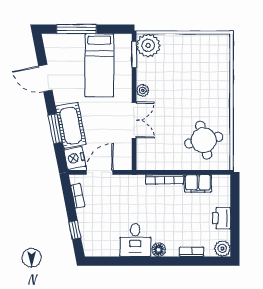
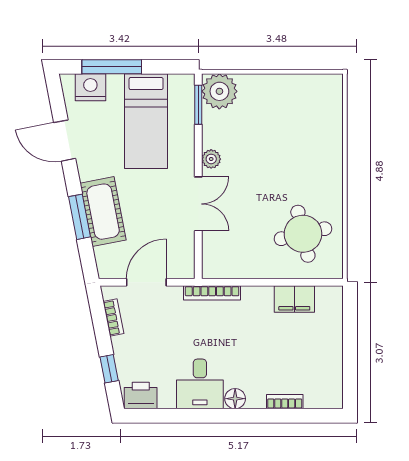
nightstand: (75, 158) -> (90, 87), moved, turned 101
bookcase: (165, 179) -> (212, 293), moved
printer: (221, 218) -> (141, 395), moved, turned 90
plant: (222, 248) -> (331, 397), removed

